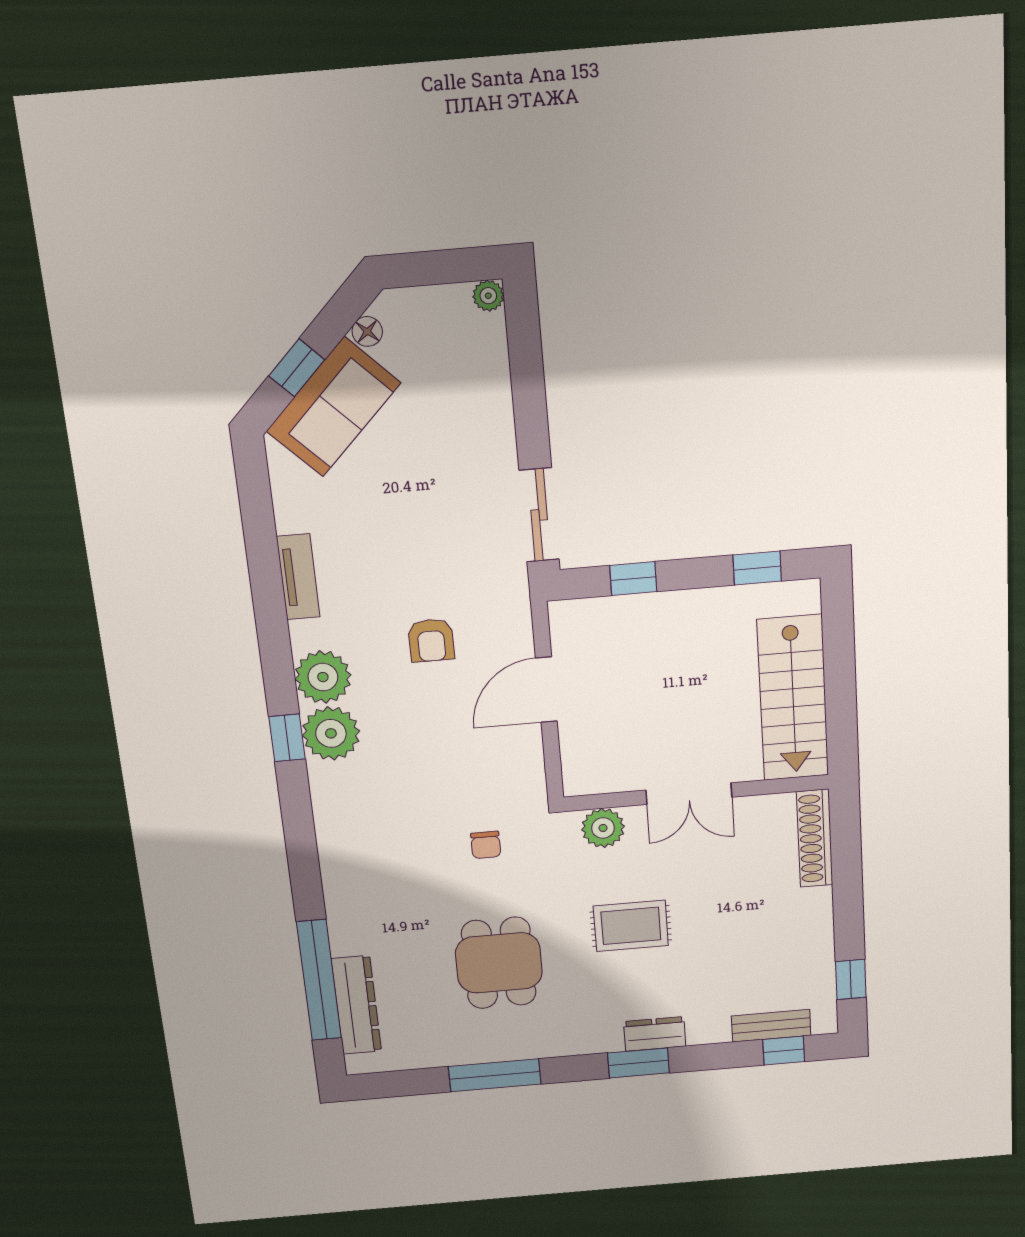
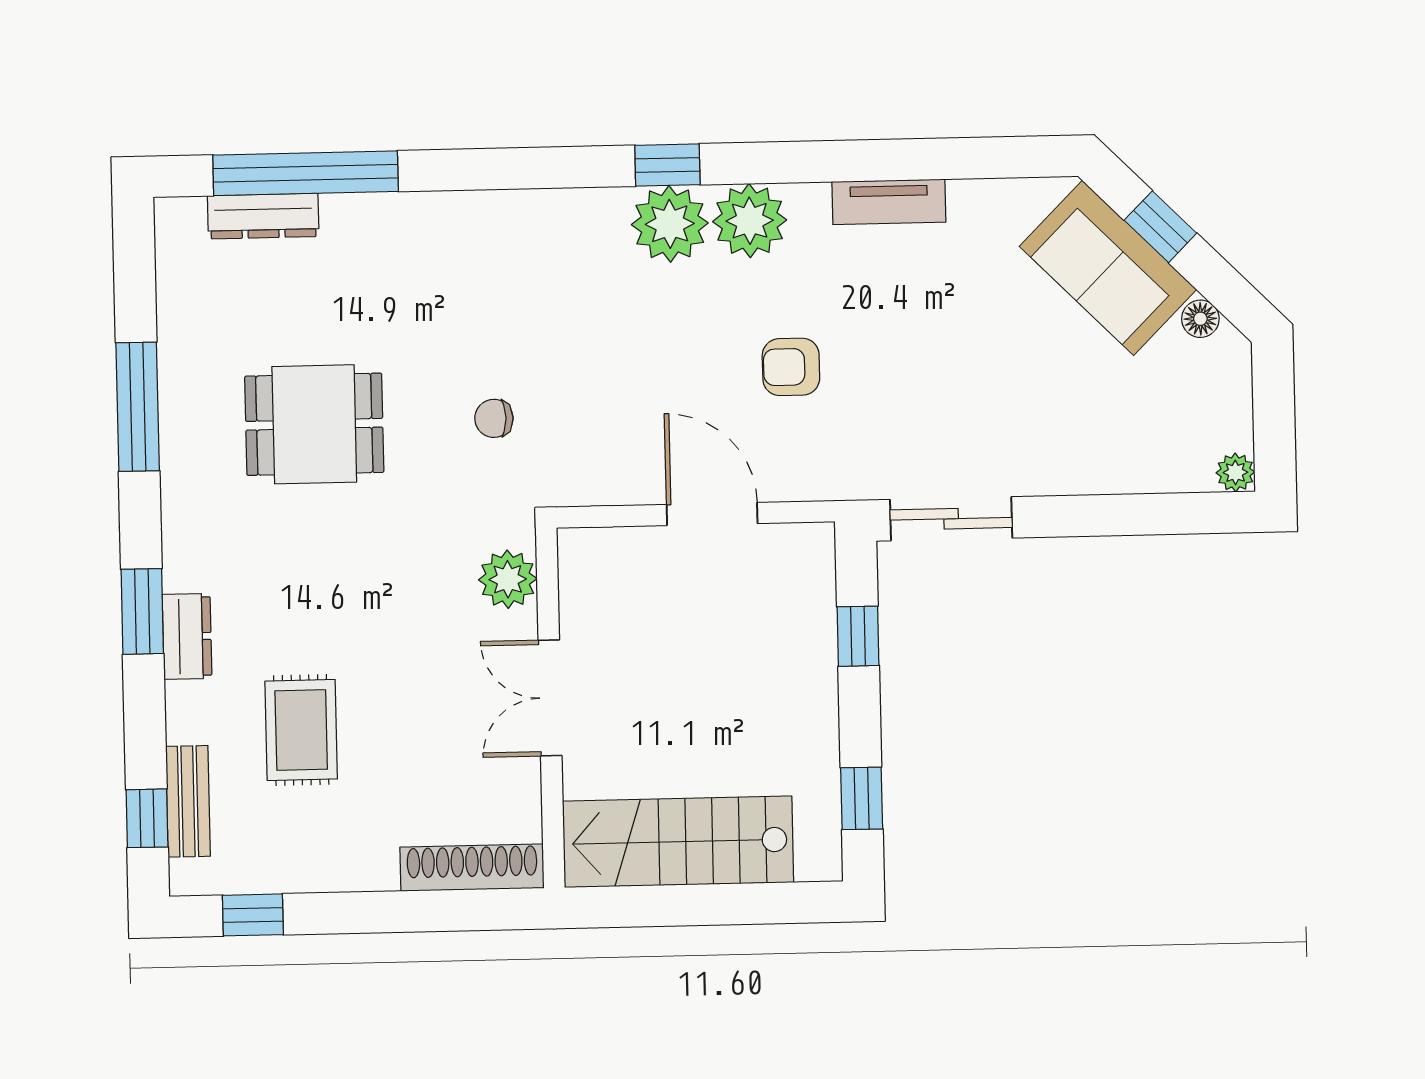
rug: (631, 926) -> (301, 730), moved
dresser: (356, 1005) -> (263, 216), width x0.73, depth x0.80

